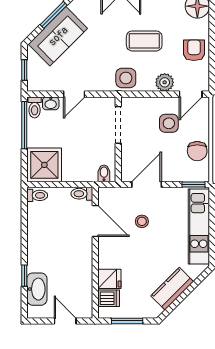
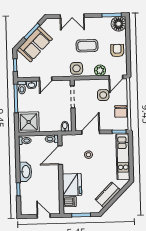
door: (95, 221) -> (60, 155), swing flipped
fridge: (109, 279) -> (72, 185), width x1.88, depth x1.34
washbasin: (37, 289) -> (25, 172), moved

